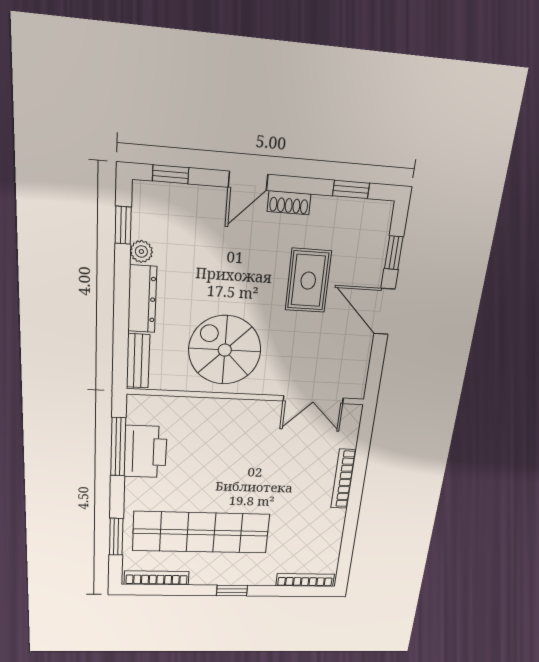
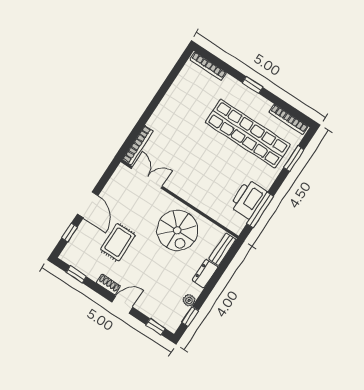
dresser: (142, 299) -> (205, 274), width x0.70
bookcase: (343, 479) -> (138, 145), moved

